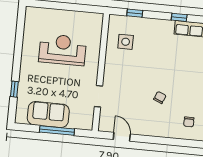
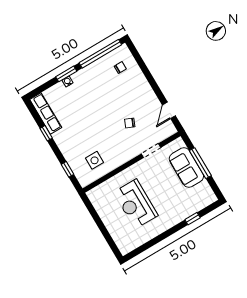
chair: (160, 97) -> (130, 123), moved
sofa: (48, 115) -> (186, 168), moved

